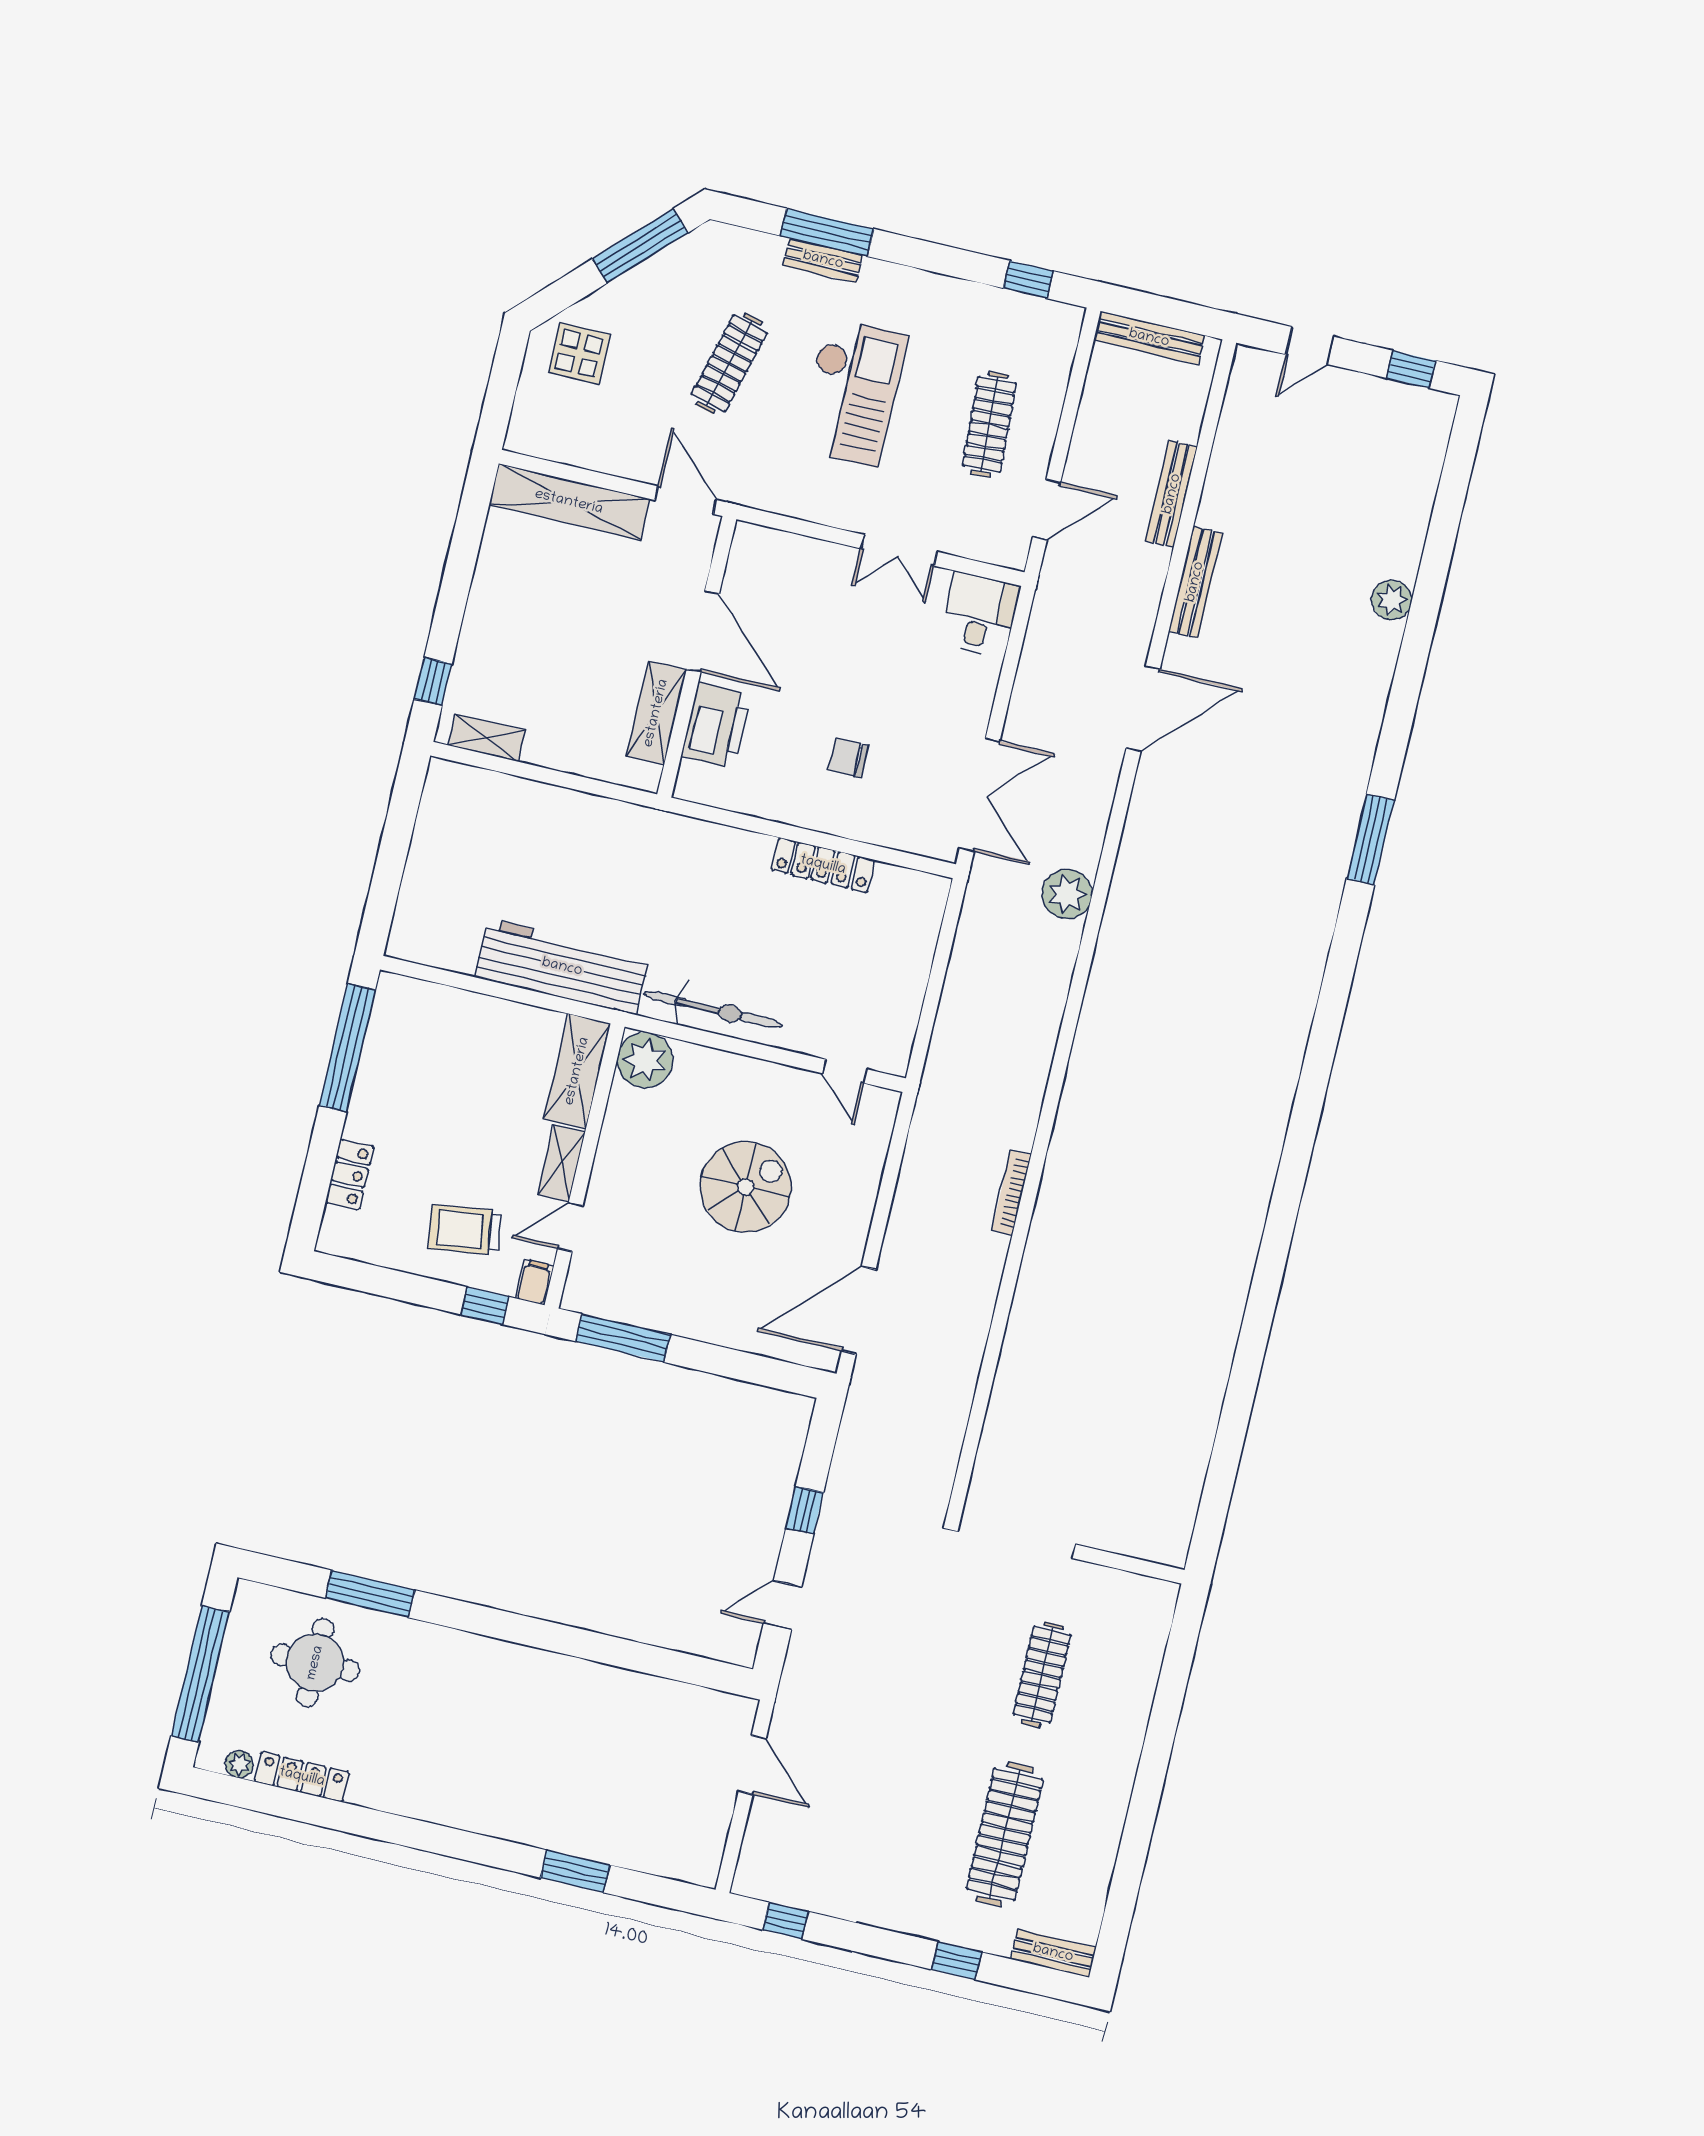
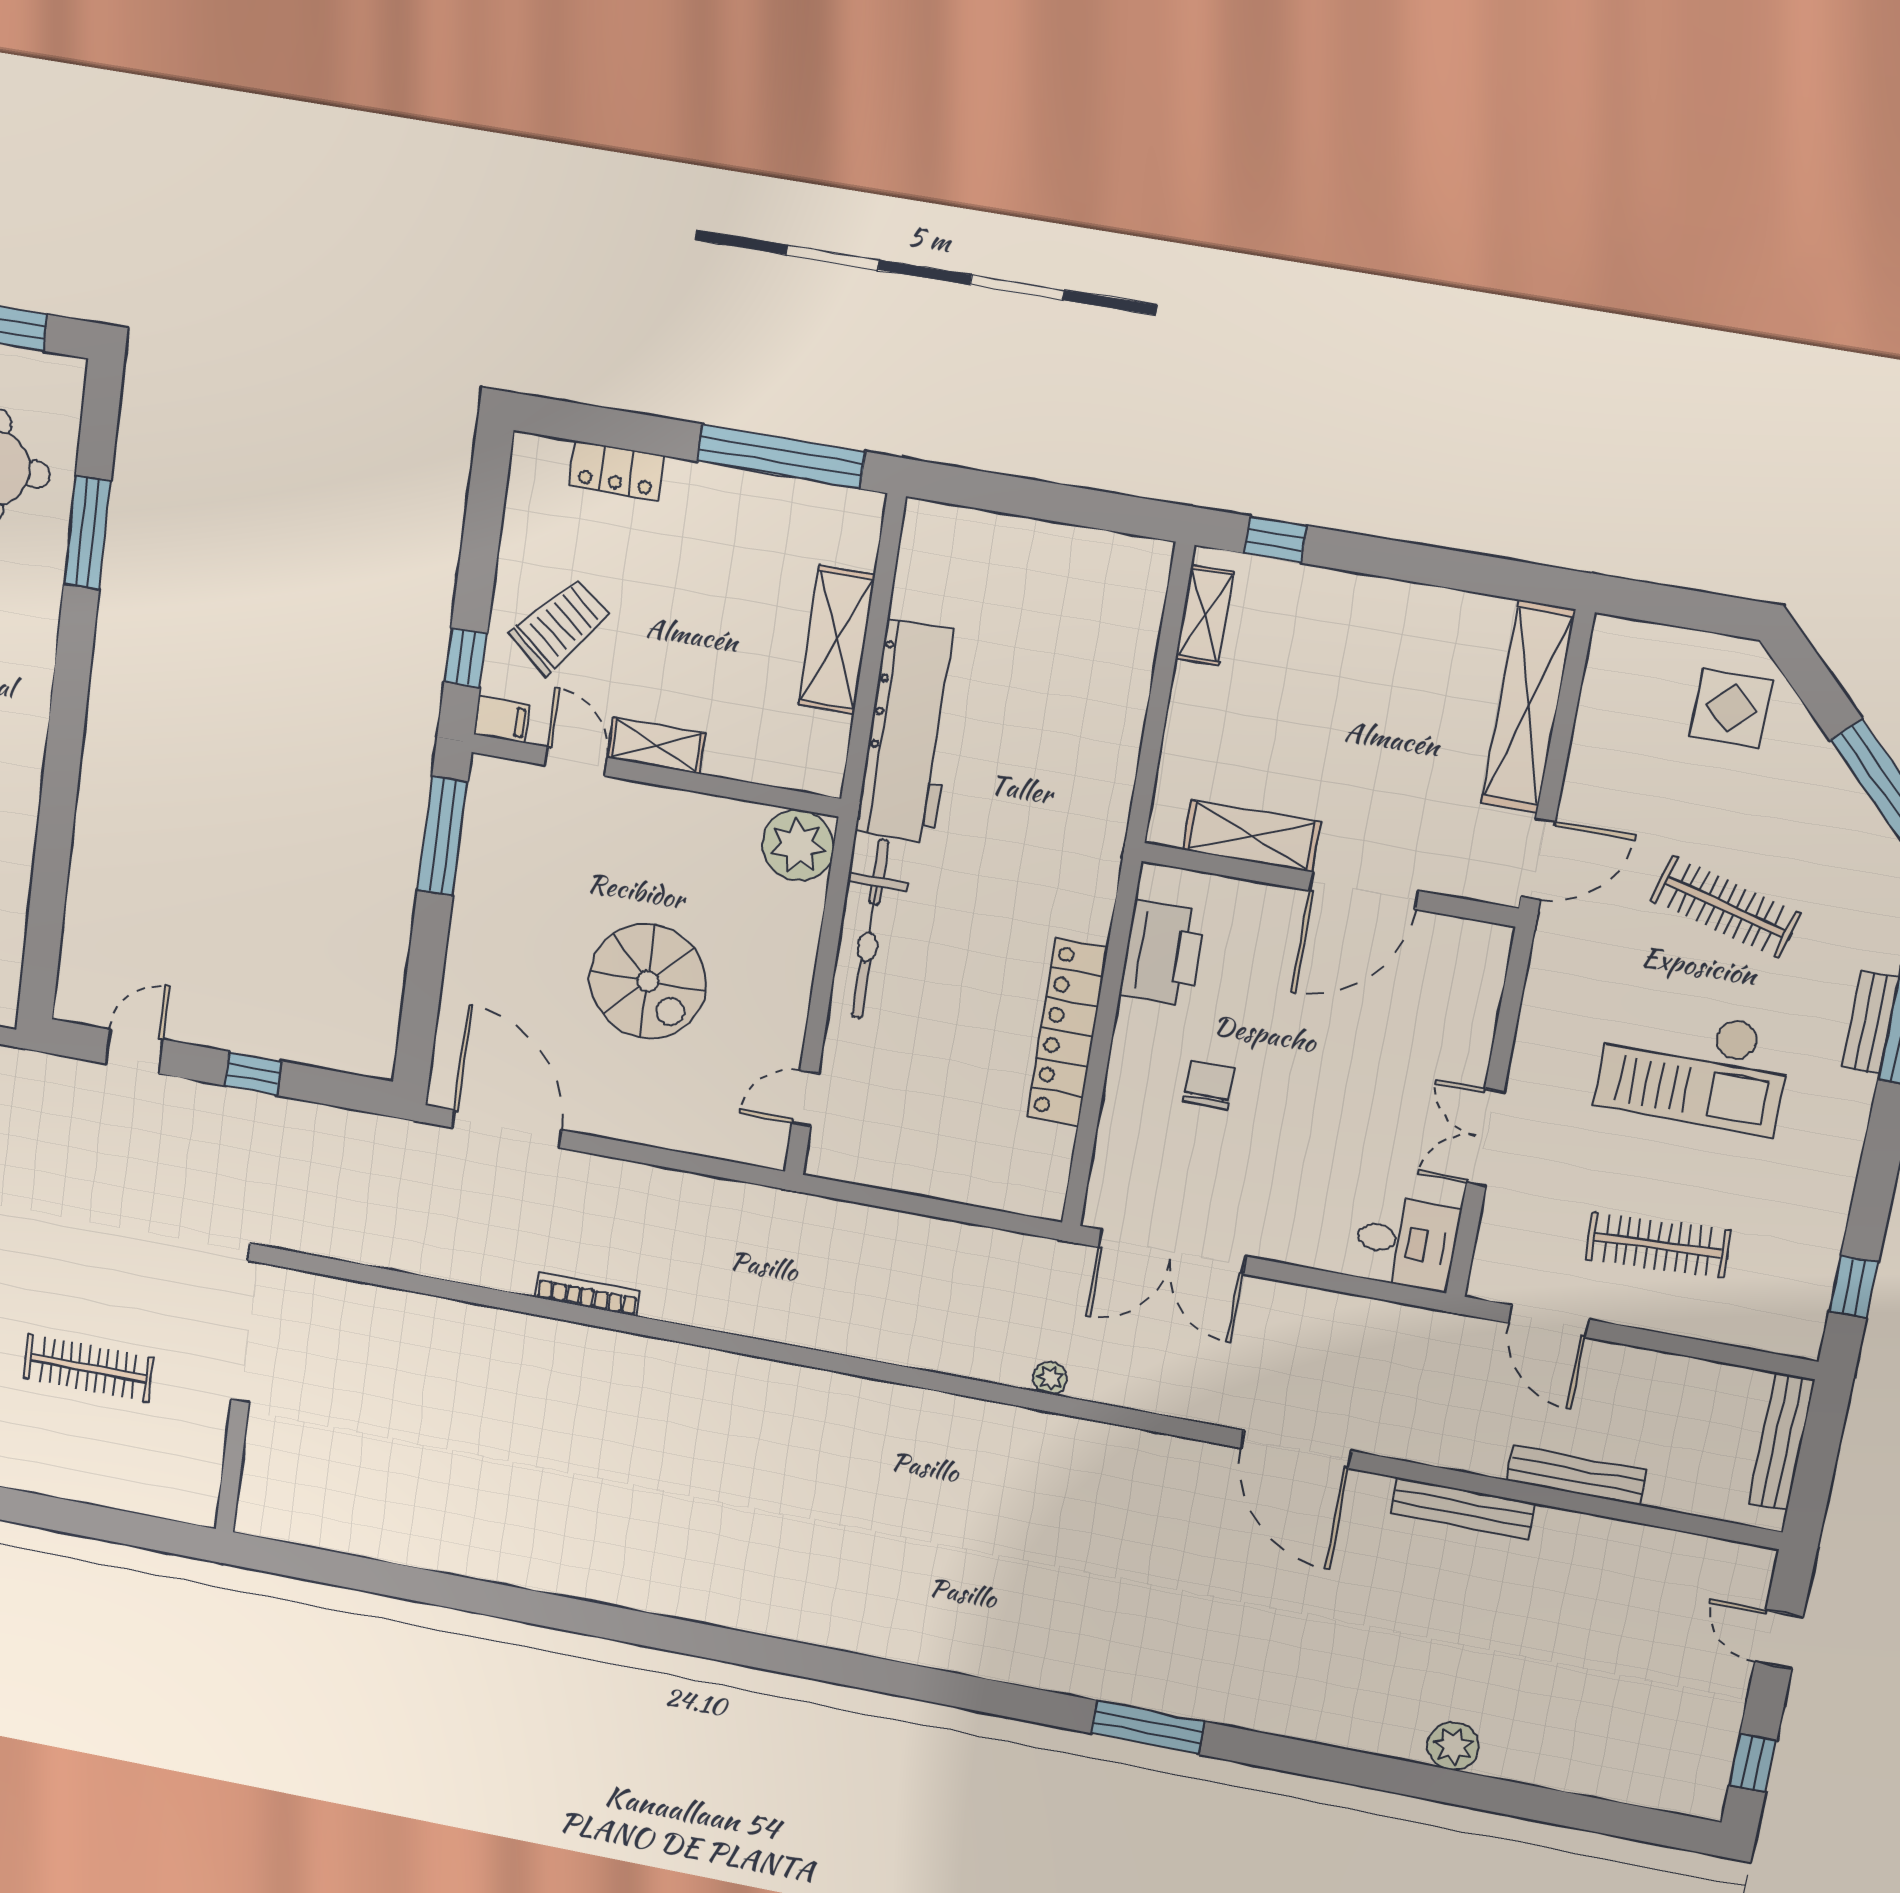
printer: (716, 725) -> (1162, 954), moved, turned -90
locker: (823, 865) -> (1067, 1032), width x1.41, depth x1.21
plant: (1067, 894) -> (1050, 1378), width x0.53, depth x0.53
shelving: (577, 1071) -> (837, 640), moved, turned 90
bookcase: (1012, 1192) -> (588, 1294), moved
trolley: (465, 1230) -> (560, 626), turned 48
door: (782, 1605) -> (134, 1052), hinge flipped

